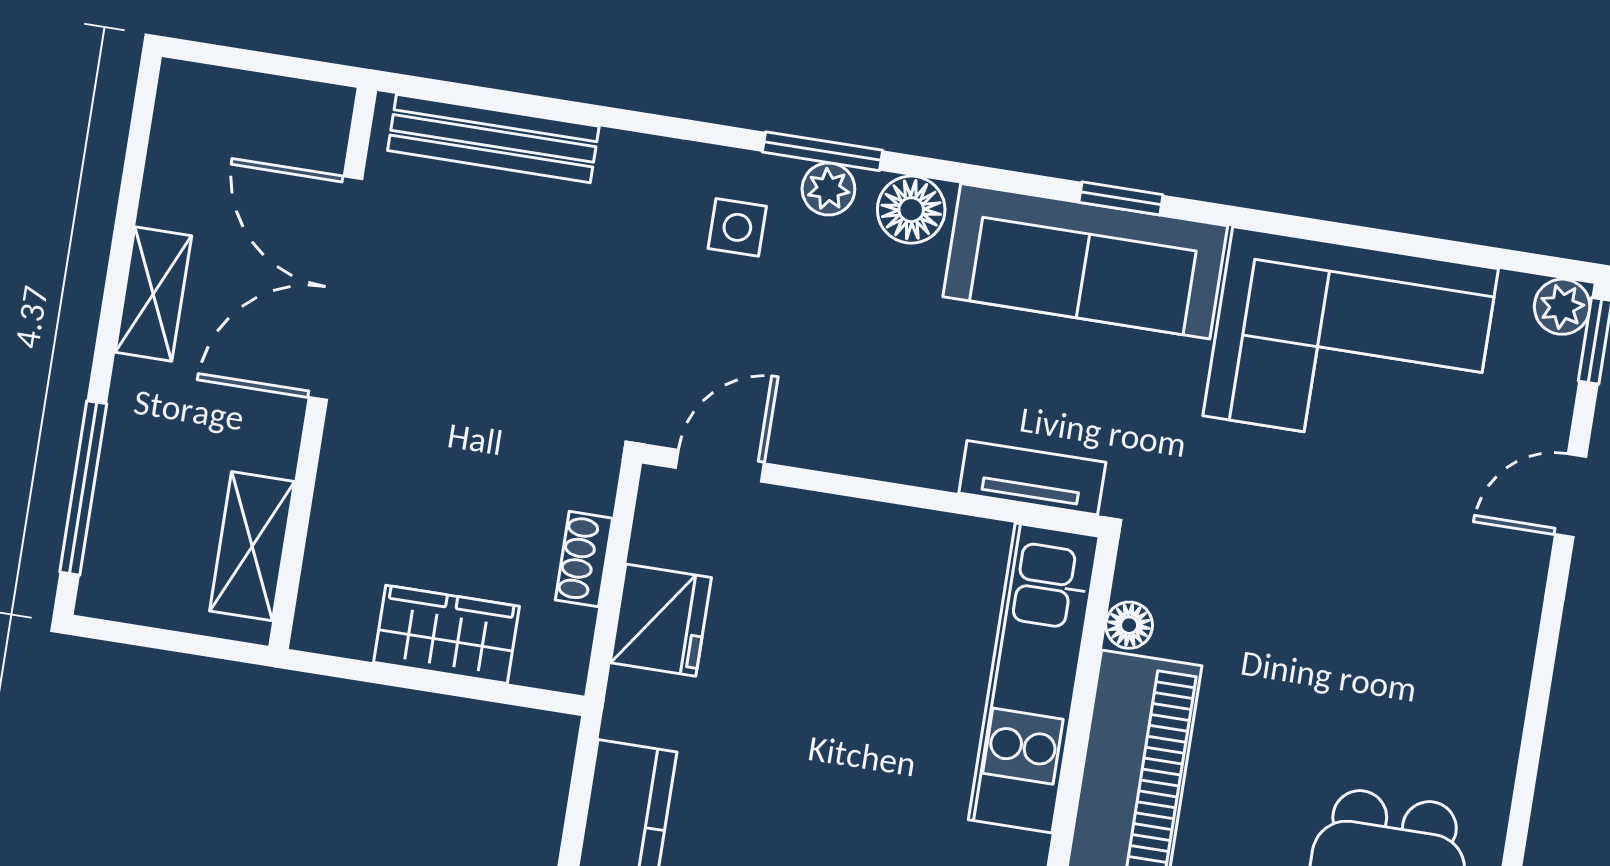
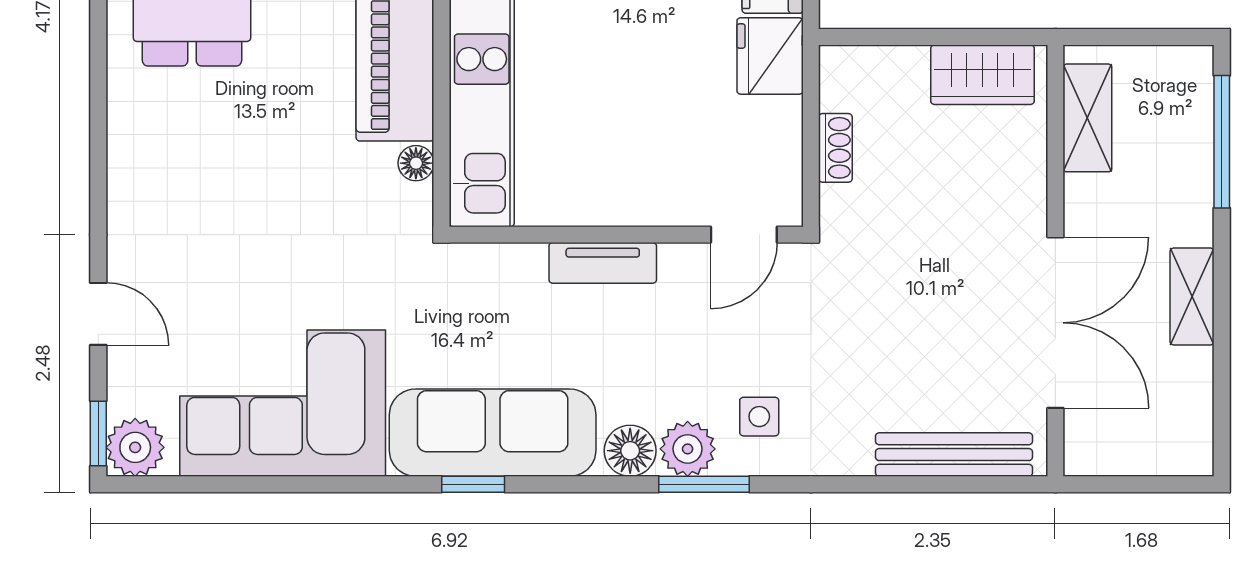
plant: (828, 189) -> (688, 449), width x1.38, depth x1.38
plant: (1562, 307) -> (135, 447), width x1.38, depth x1.38
tv unit: (1032, 478) -> (603, 263), moved
door: (1571, 496) -> (98, 314), hinge flipped
fridge: (661, 620) -> (770, 56), moved
wardrobe: (447, 634) -> (982, 75), moved

